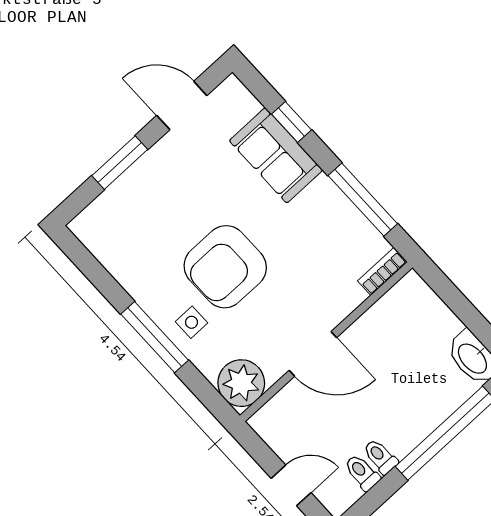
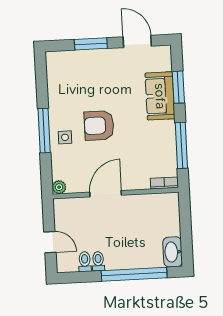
window: (291, 122) -> (178, 87), width x1.50
armchair: (225, 267) -> (99, 126), width x0.73, depth x0.73
door: (313, 354) -> (106, 194), swing flipped
plant: (241, 383) -> (59, 187), width x0.53, depth x0.53

